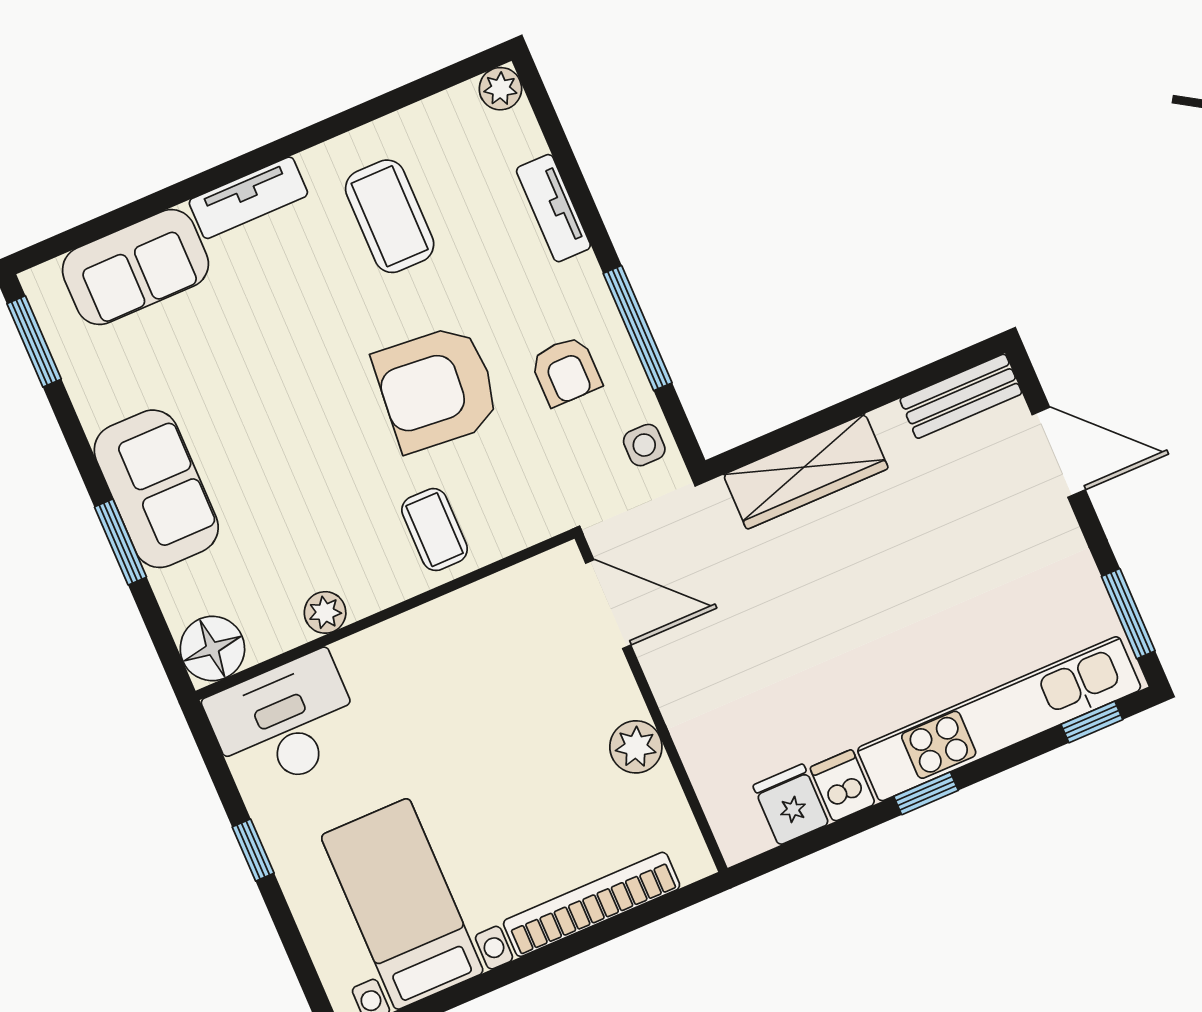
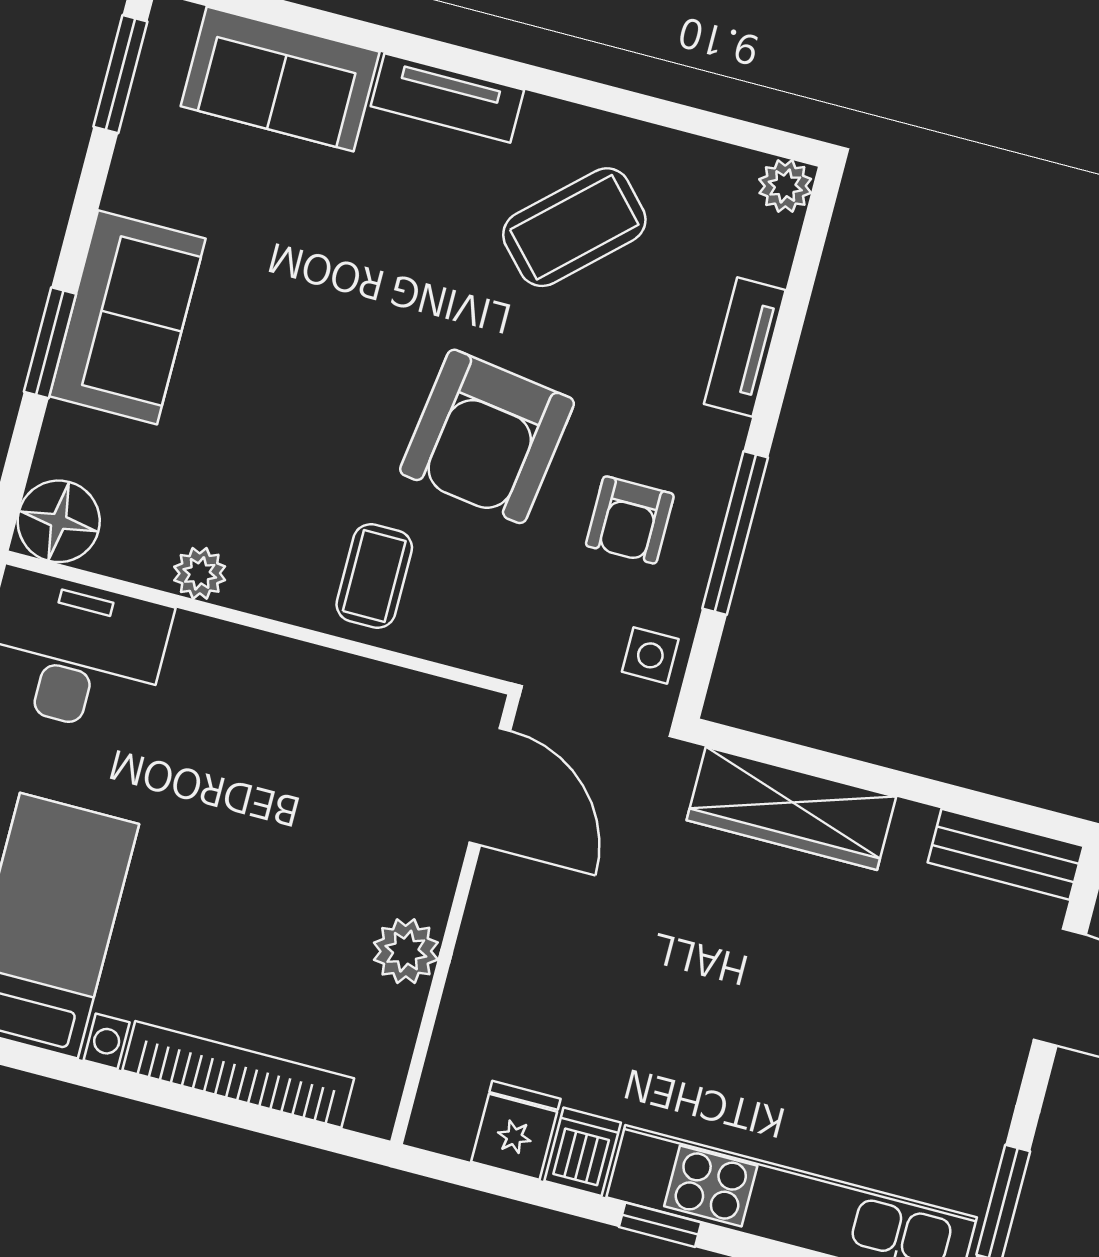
coffee table: (390, 216) -> (574, 227), turned 47
armchair: (437, 388) -> (487, 436), turned -87

